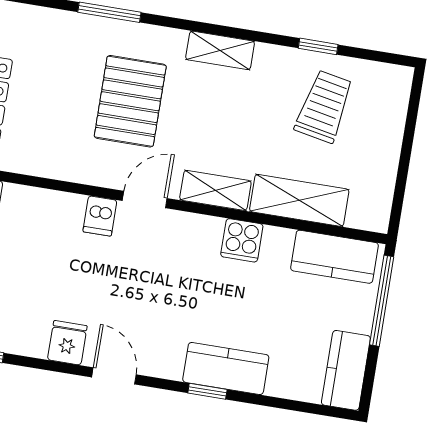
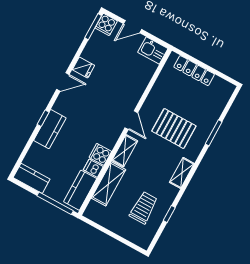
trolley: (324, 106) -> (144, 208), turned -101
dishwasher: (100, 216) -> (93, 168), moved

